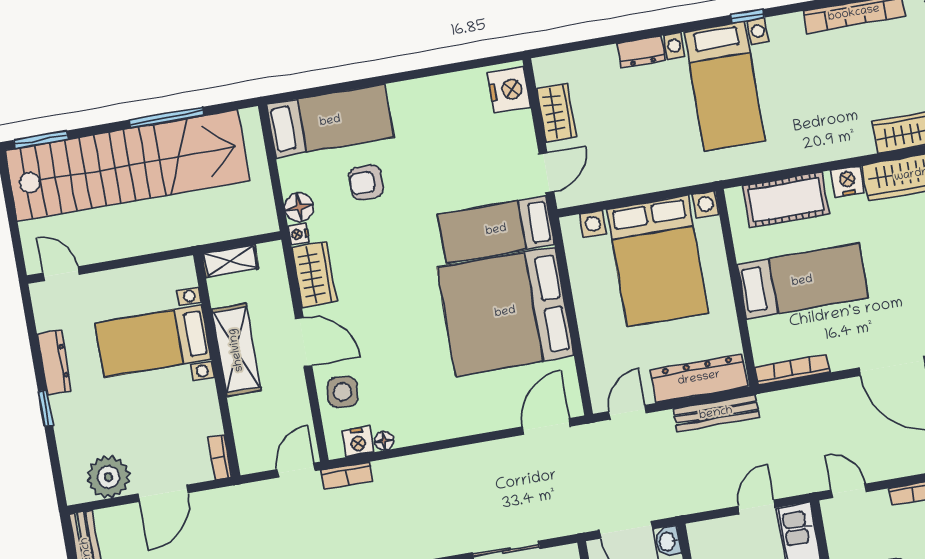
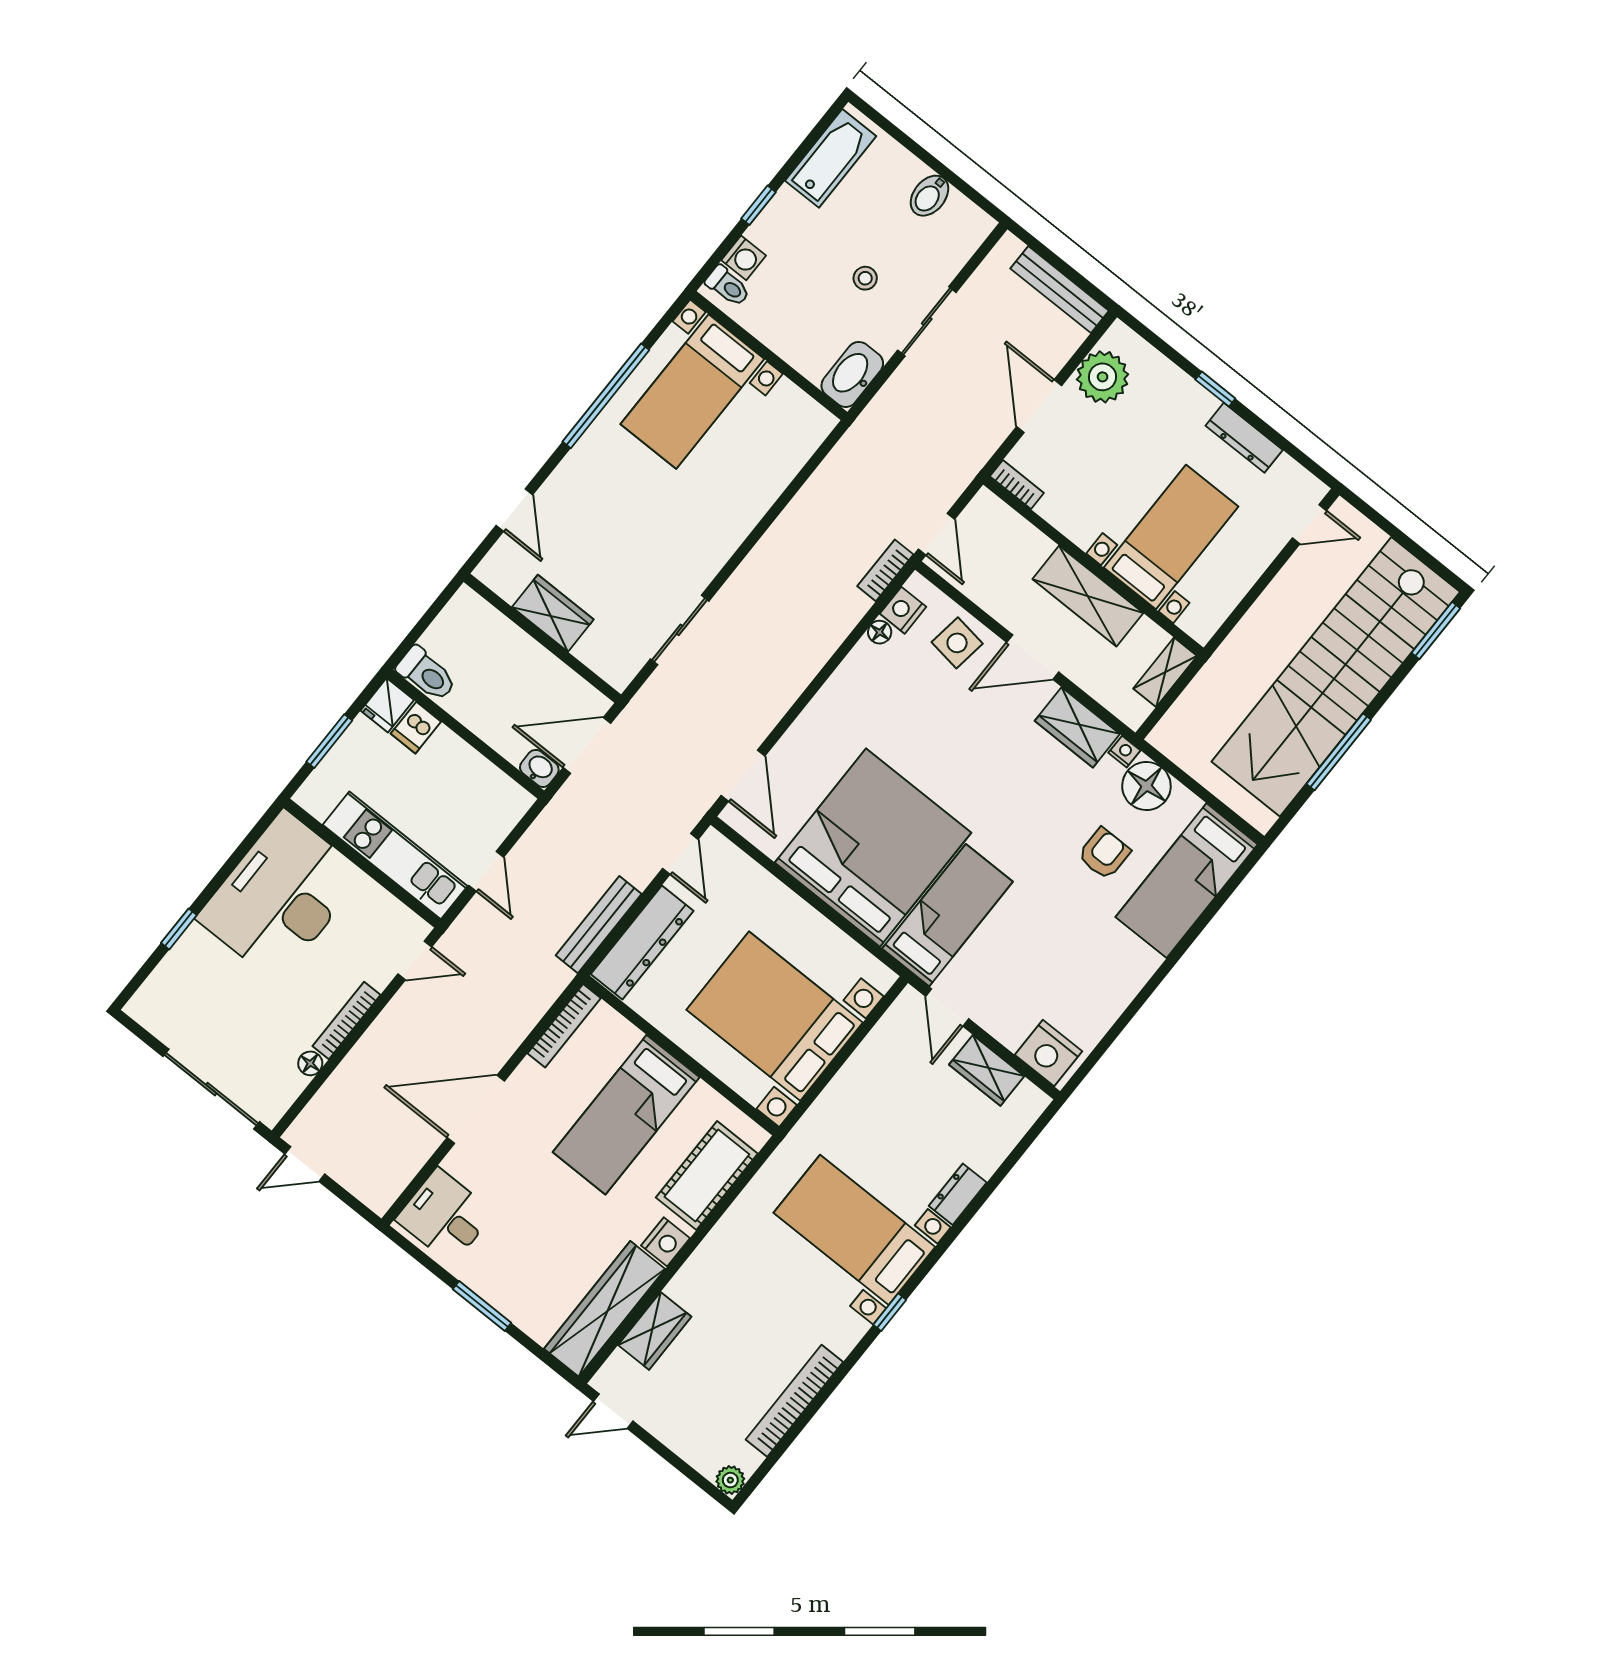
floor lamp: (299, 207) -> (1146, 786), width x1.38, depth x1.38

